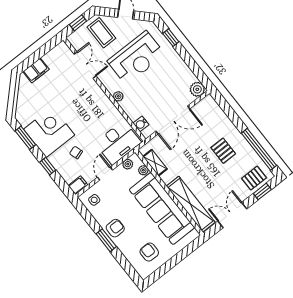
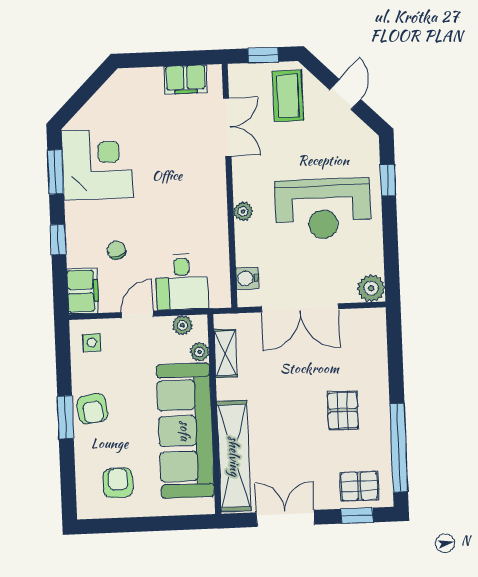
reception desk: (136, 58) -> (323, 209), moved
filing cabinet: (36, 70) -> (185, 79), moved
corner desk: (49, 132) -> (97, 164), moved
desk: (118, 143) -> (182, 282), width x0.73
filing cabinet: (78, 185) -> (83, 291), width x2.00
armchair: (115, 228) -> (92, 409), turned 81

